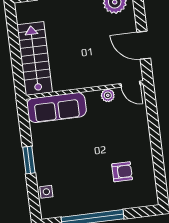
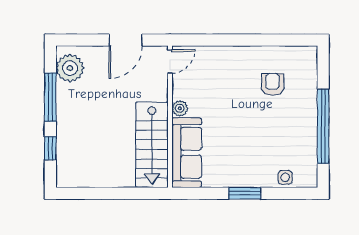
stairs: (35, 58) -> (152, 145), moved, turned -90
plant: (108, 95) -> (180, 108), moved

